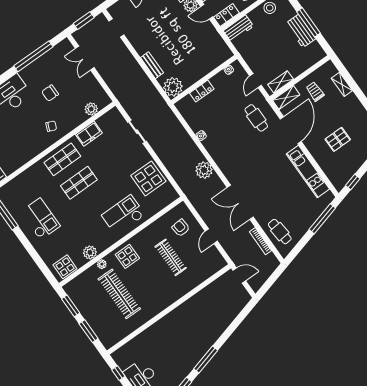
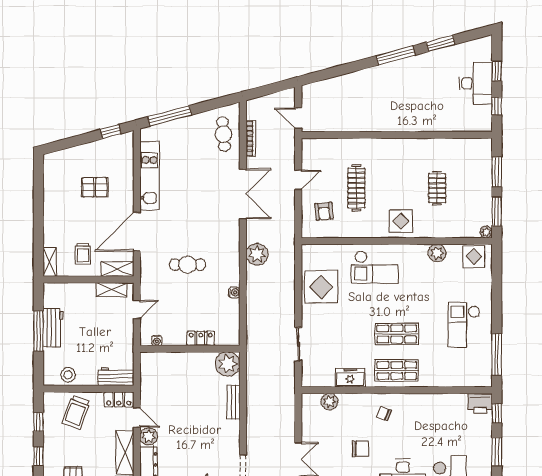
shelving: (342, 84) -> (50, 262), moved
cafe table: (256, 118) -> (188, 265), moved, turned 90
plant: (102, 264) -> (486, 232), moved
clothes rail: (119, 294) -> (437, 188), width x0.54, depth x0.76

